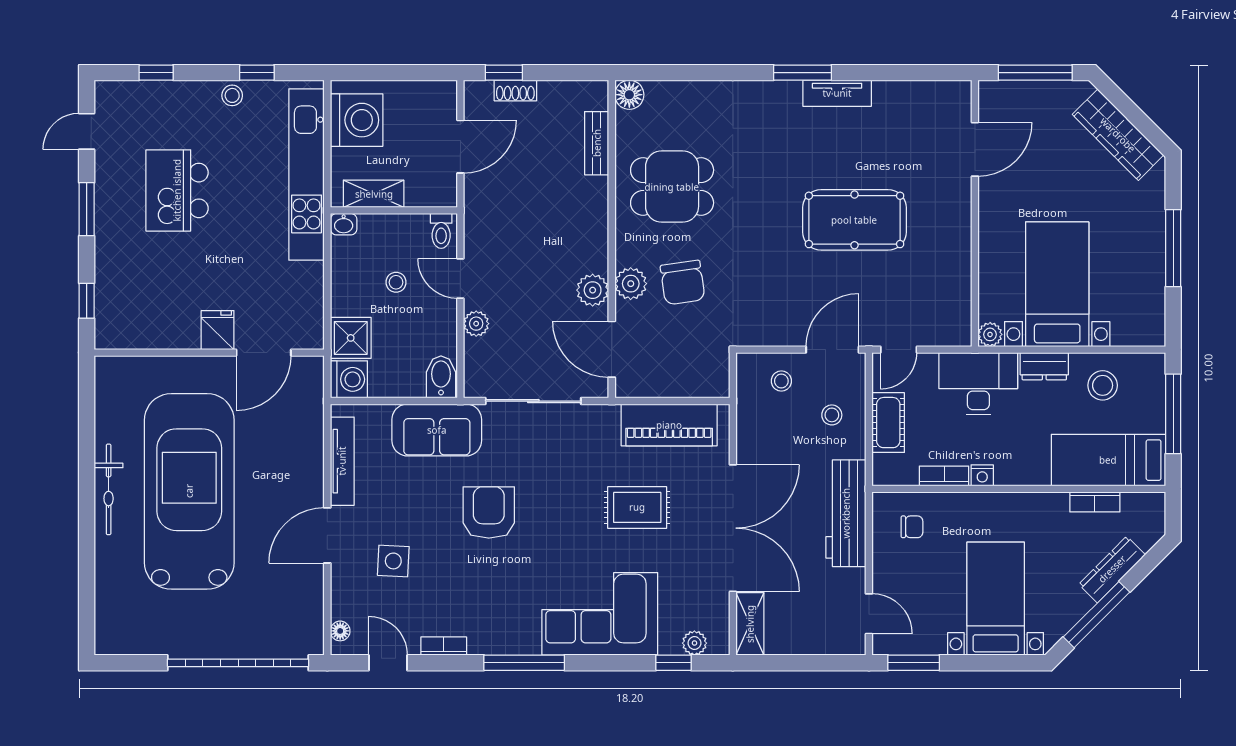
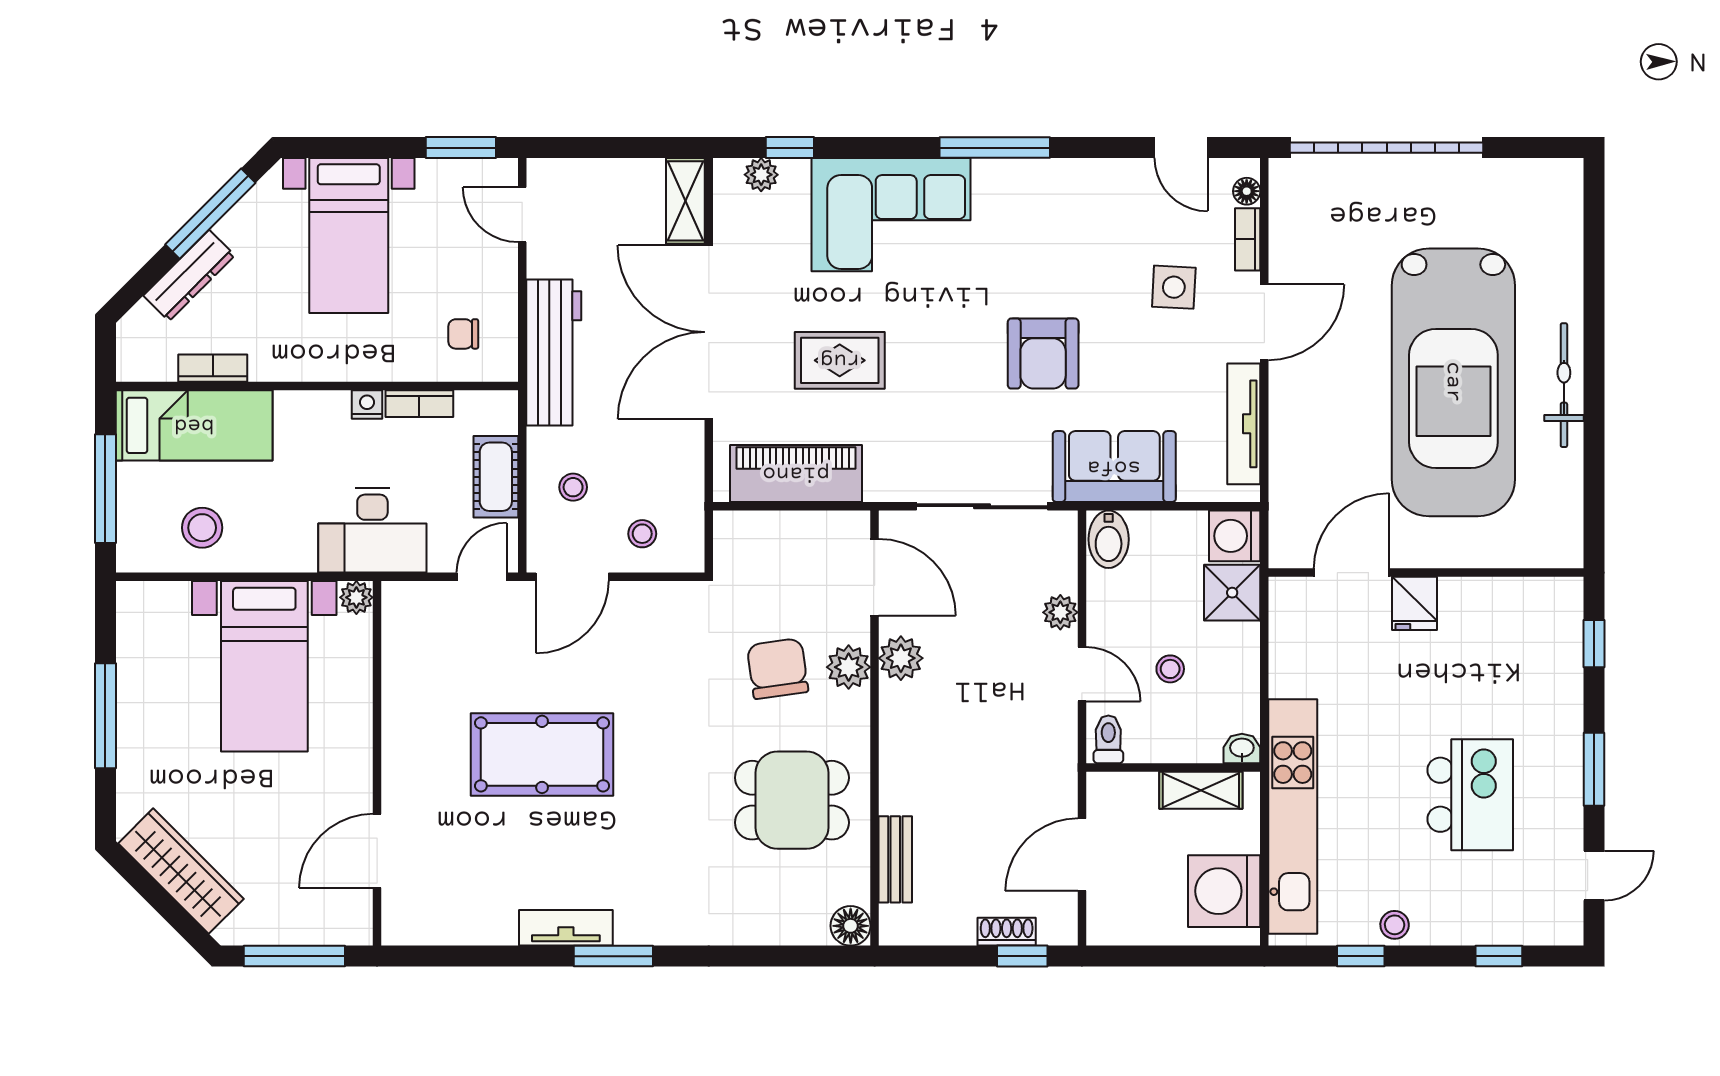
dresser: (1044, 366) -> (282, 554), removed
bookcase: (444, 646) -> (1248, 239), moved, turned 90

